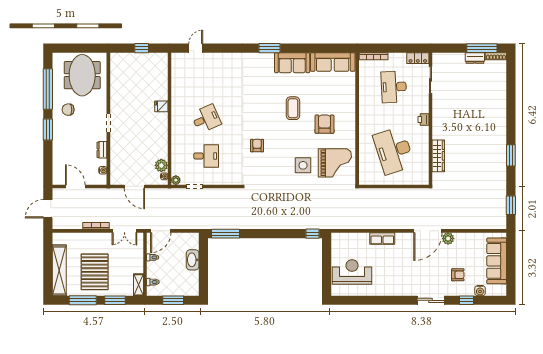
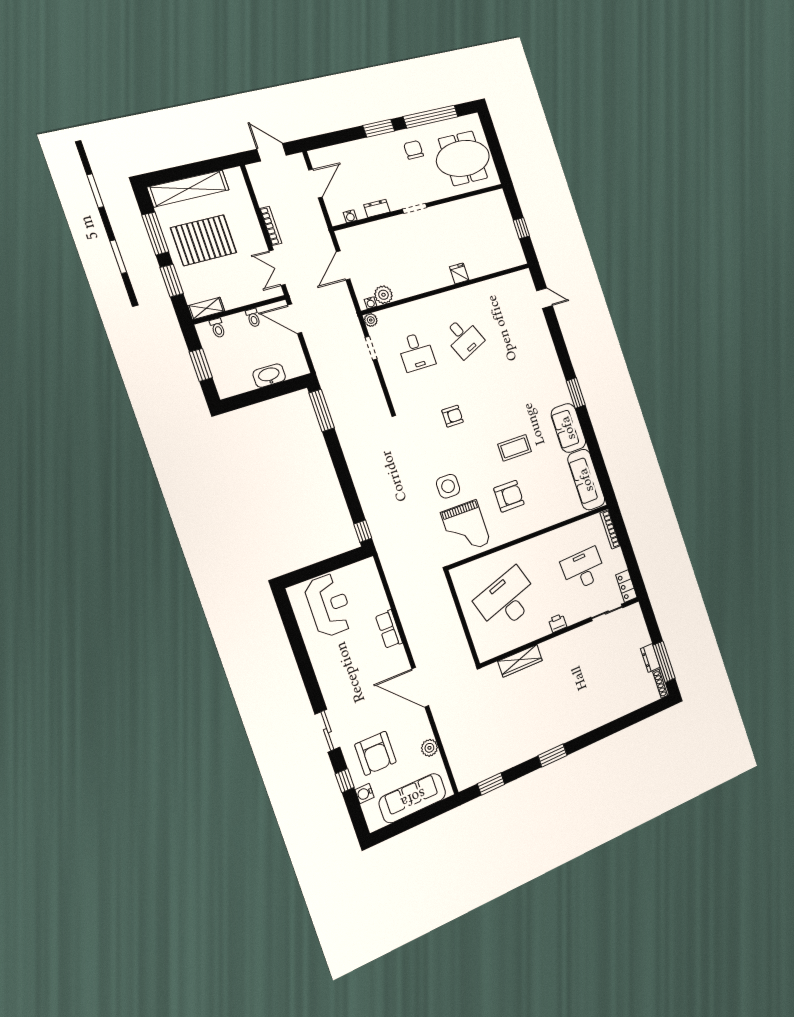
plant: (448, 238) -> (429, 748), moved
armchair: (458, 275) -> (376, 753), width x1.88, depth x1.88

